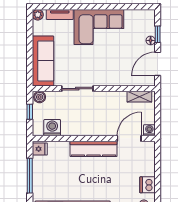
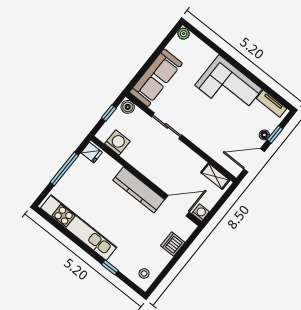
tv unit: (60, 14) -> (272, 103), moved
dishwasher: (147, 185) -> (173, 244), moved

